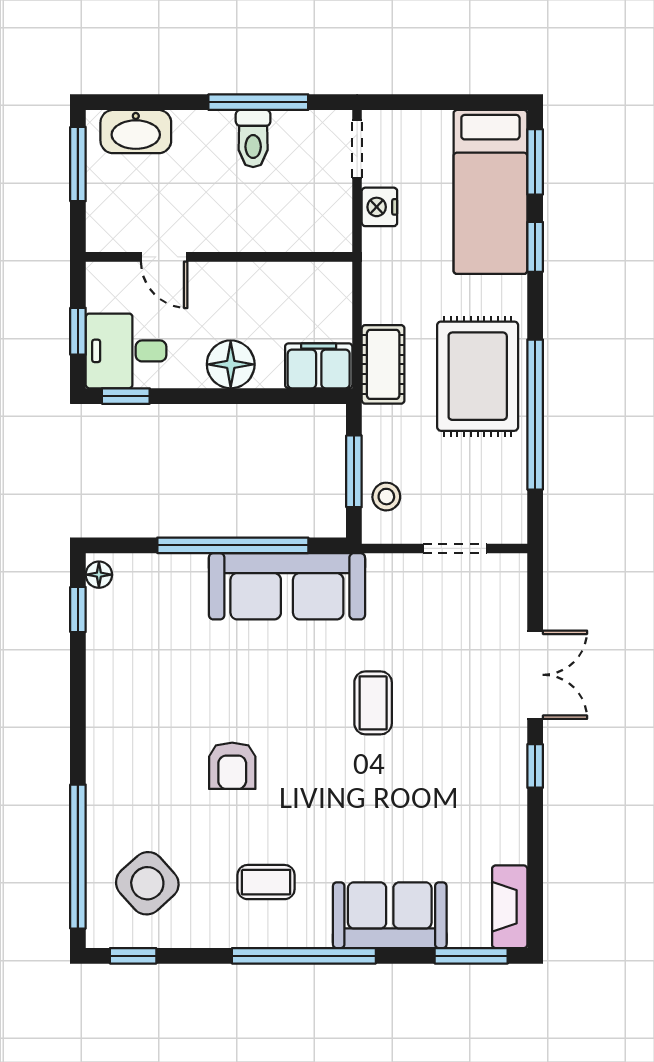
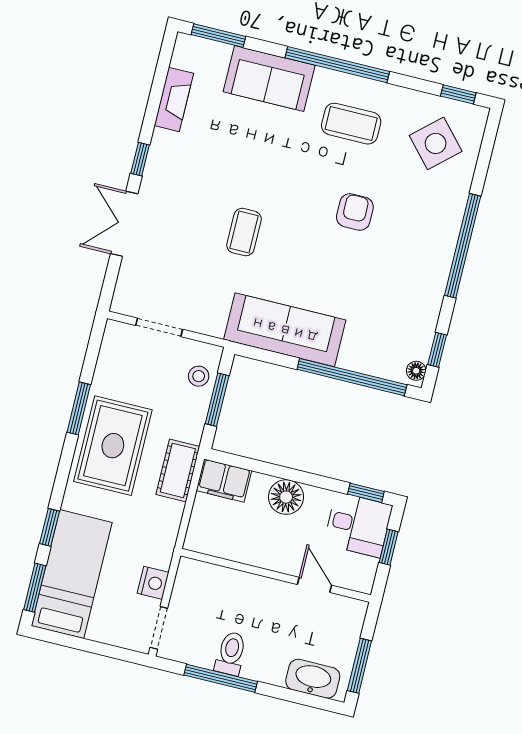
window: (535, 415) -> (79, 408), width x0.47
window: (233, 545) -> (352, 377), moved
window: (78, 857) -> (463, 246), moved
coffee table: (266, 882) -> (351, 124), width x1.36, depth x1.30
fireplace: (510, 907) -> (174, 99), moved

